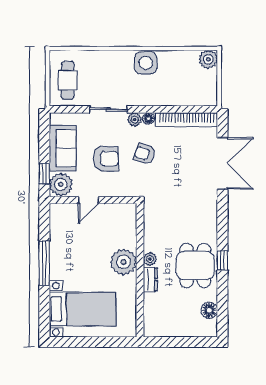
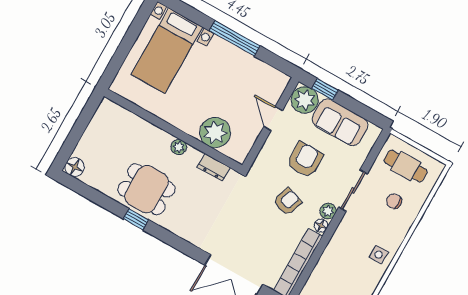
side table: (146, 63) -> (379, 255), width x0.54, depth x0.54
chair: (99, 74) -> (394, 201), added
armchair: (106, 159) -> (305, 160), turned 180
plant: (124, 262) -> (215, 133), moved
dresser: (150, 279) -> (214, 167), moved
floor lamp: (209, 310) -> (75, 167), moved

